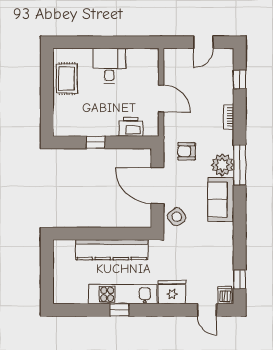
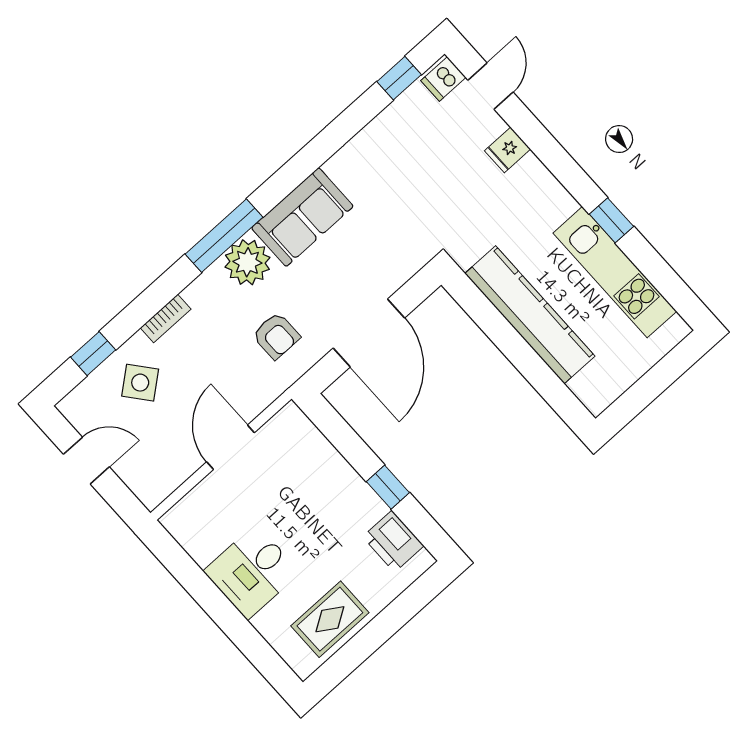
printer: (131, 127) -> (393, 541), moved
side table: (177, 217) -> (140, 383), moved
fridge: (172, 292) -> (508, 150), width x0.53, depth x0.75
kitchen unit: (123, 294) -> (615, 272), moved

